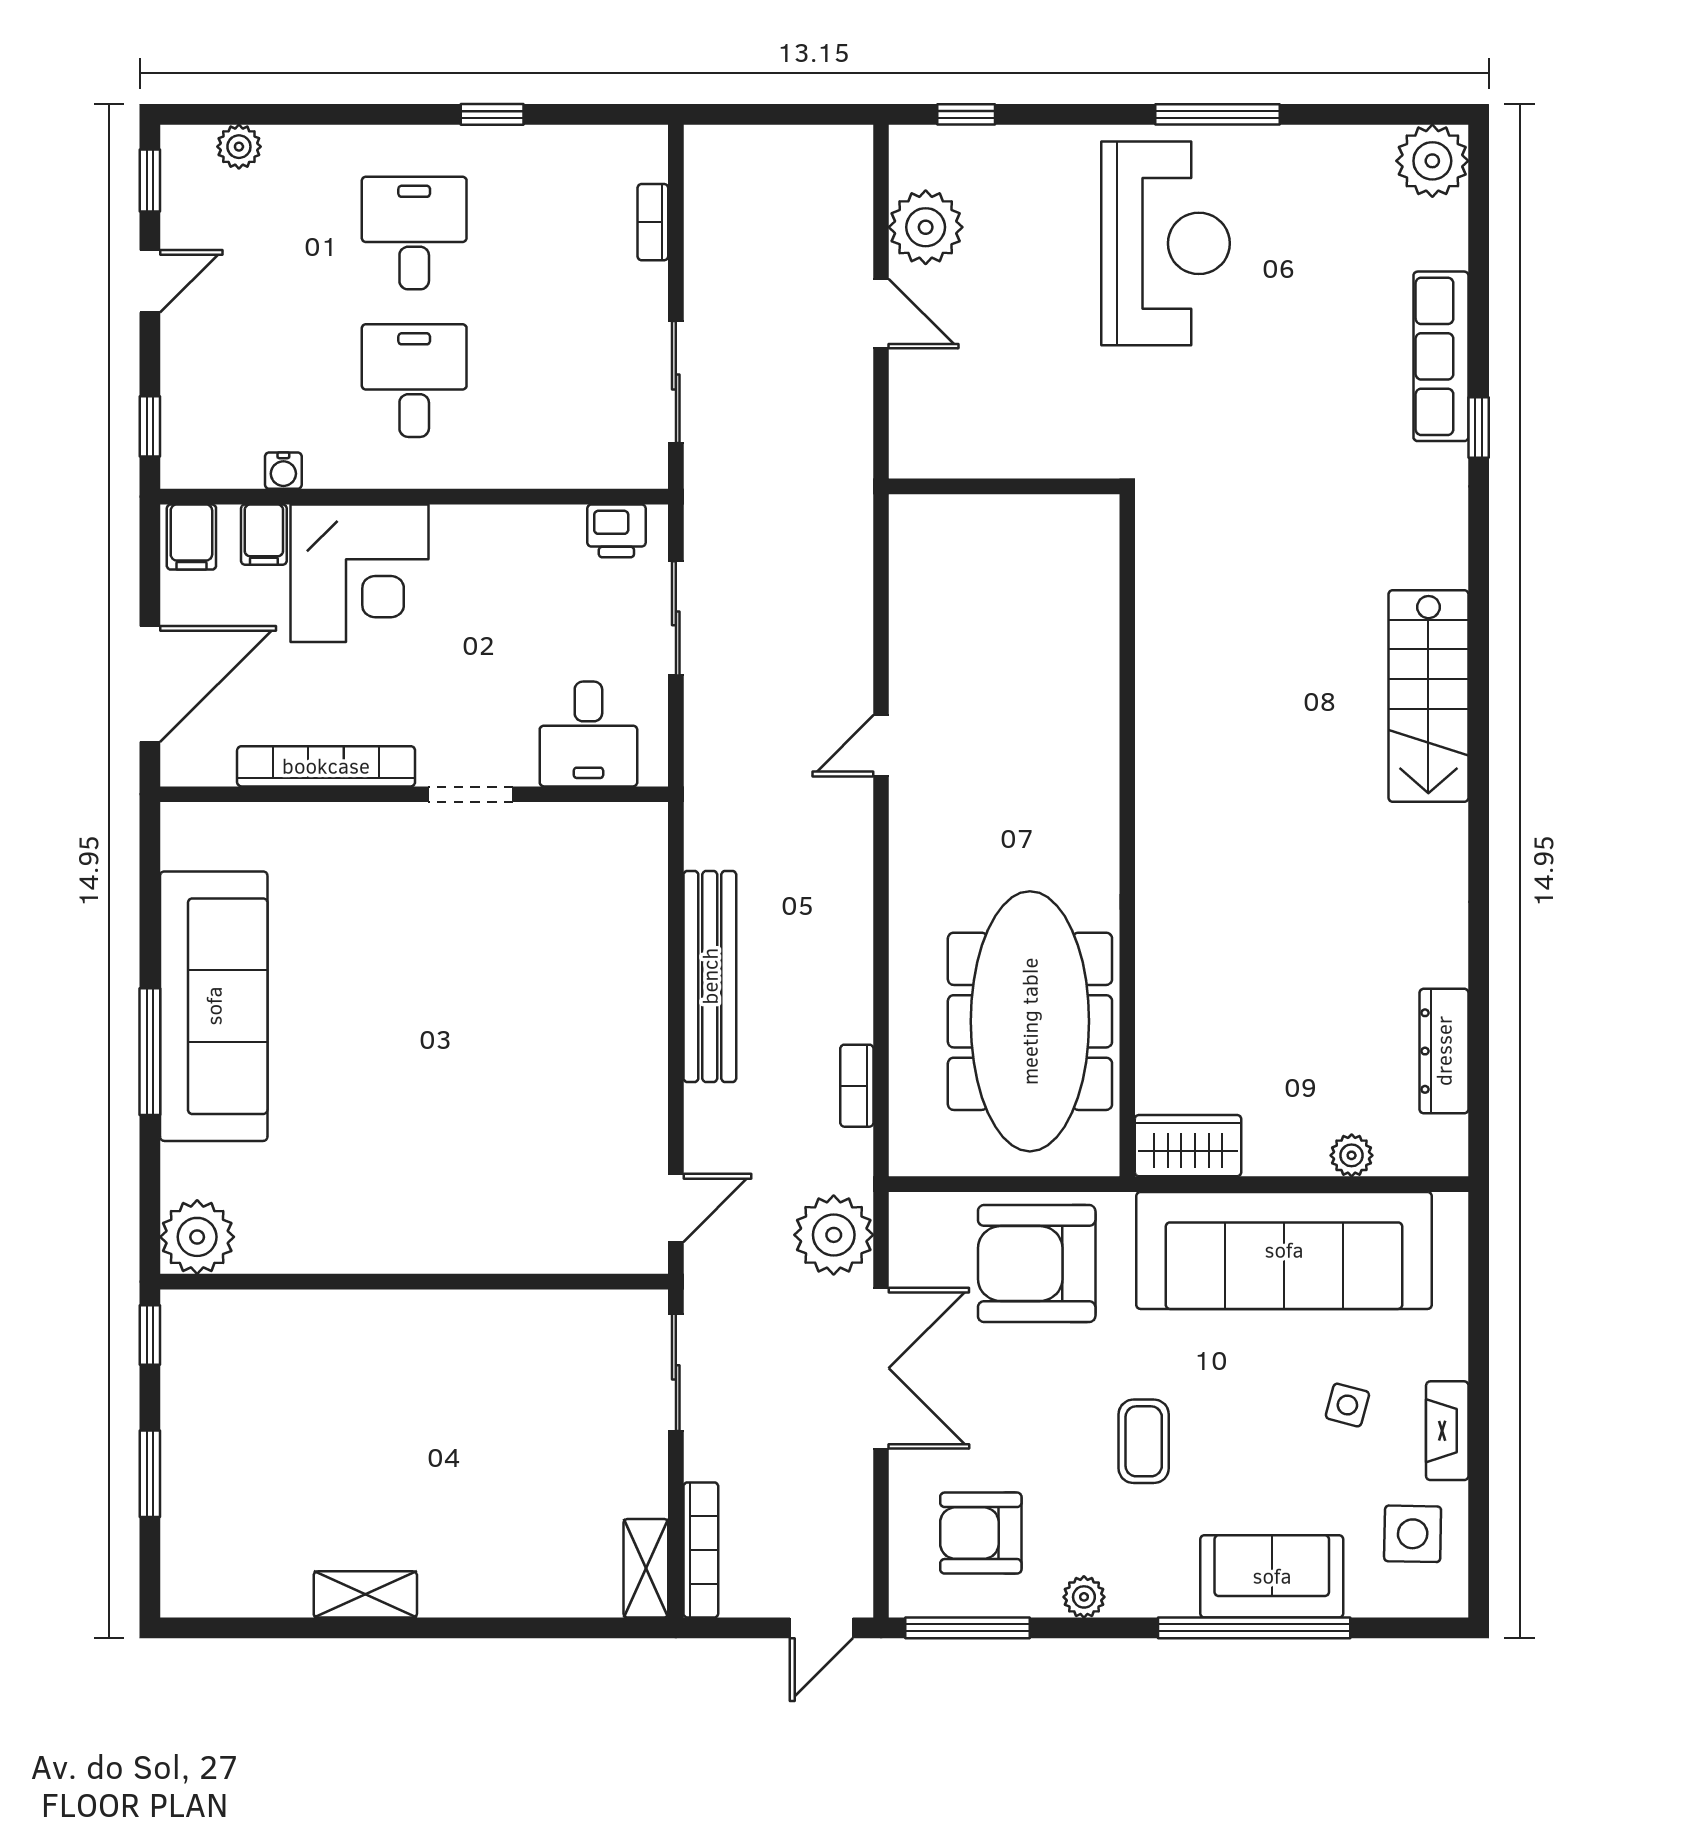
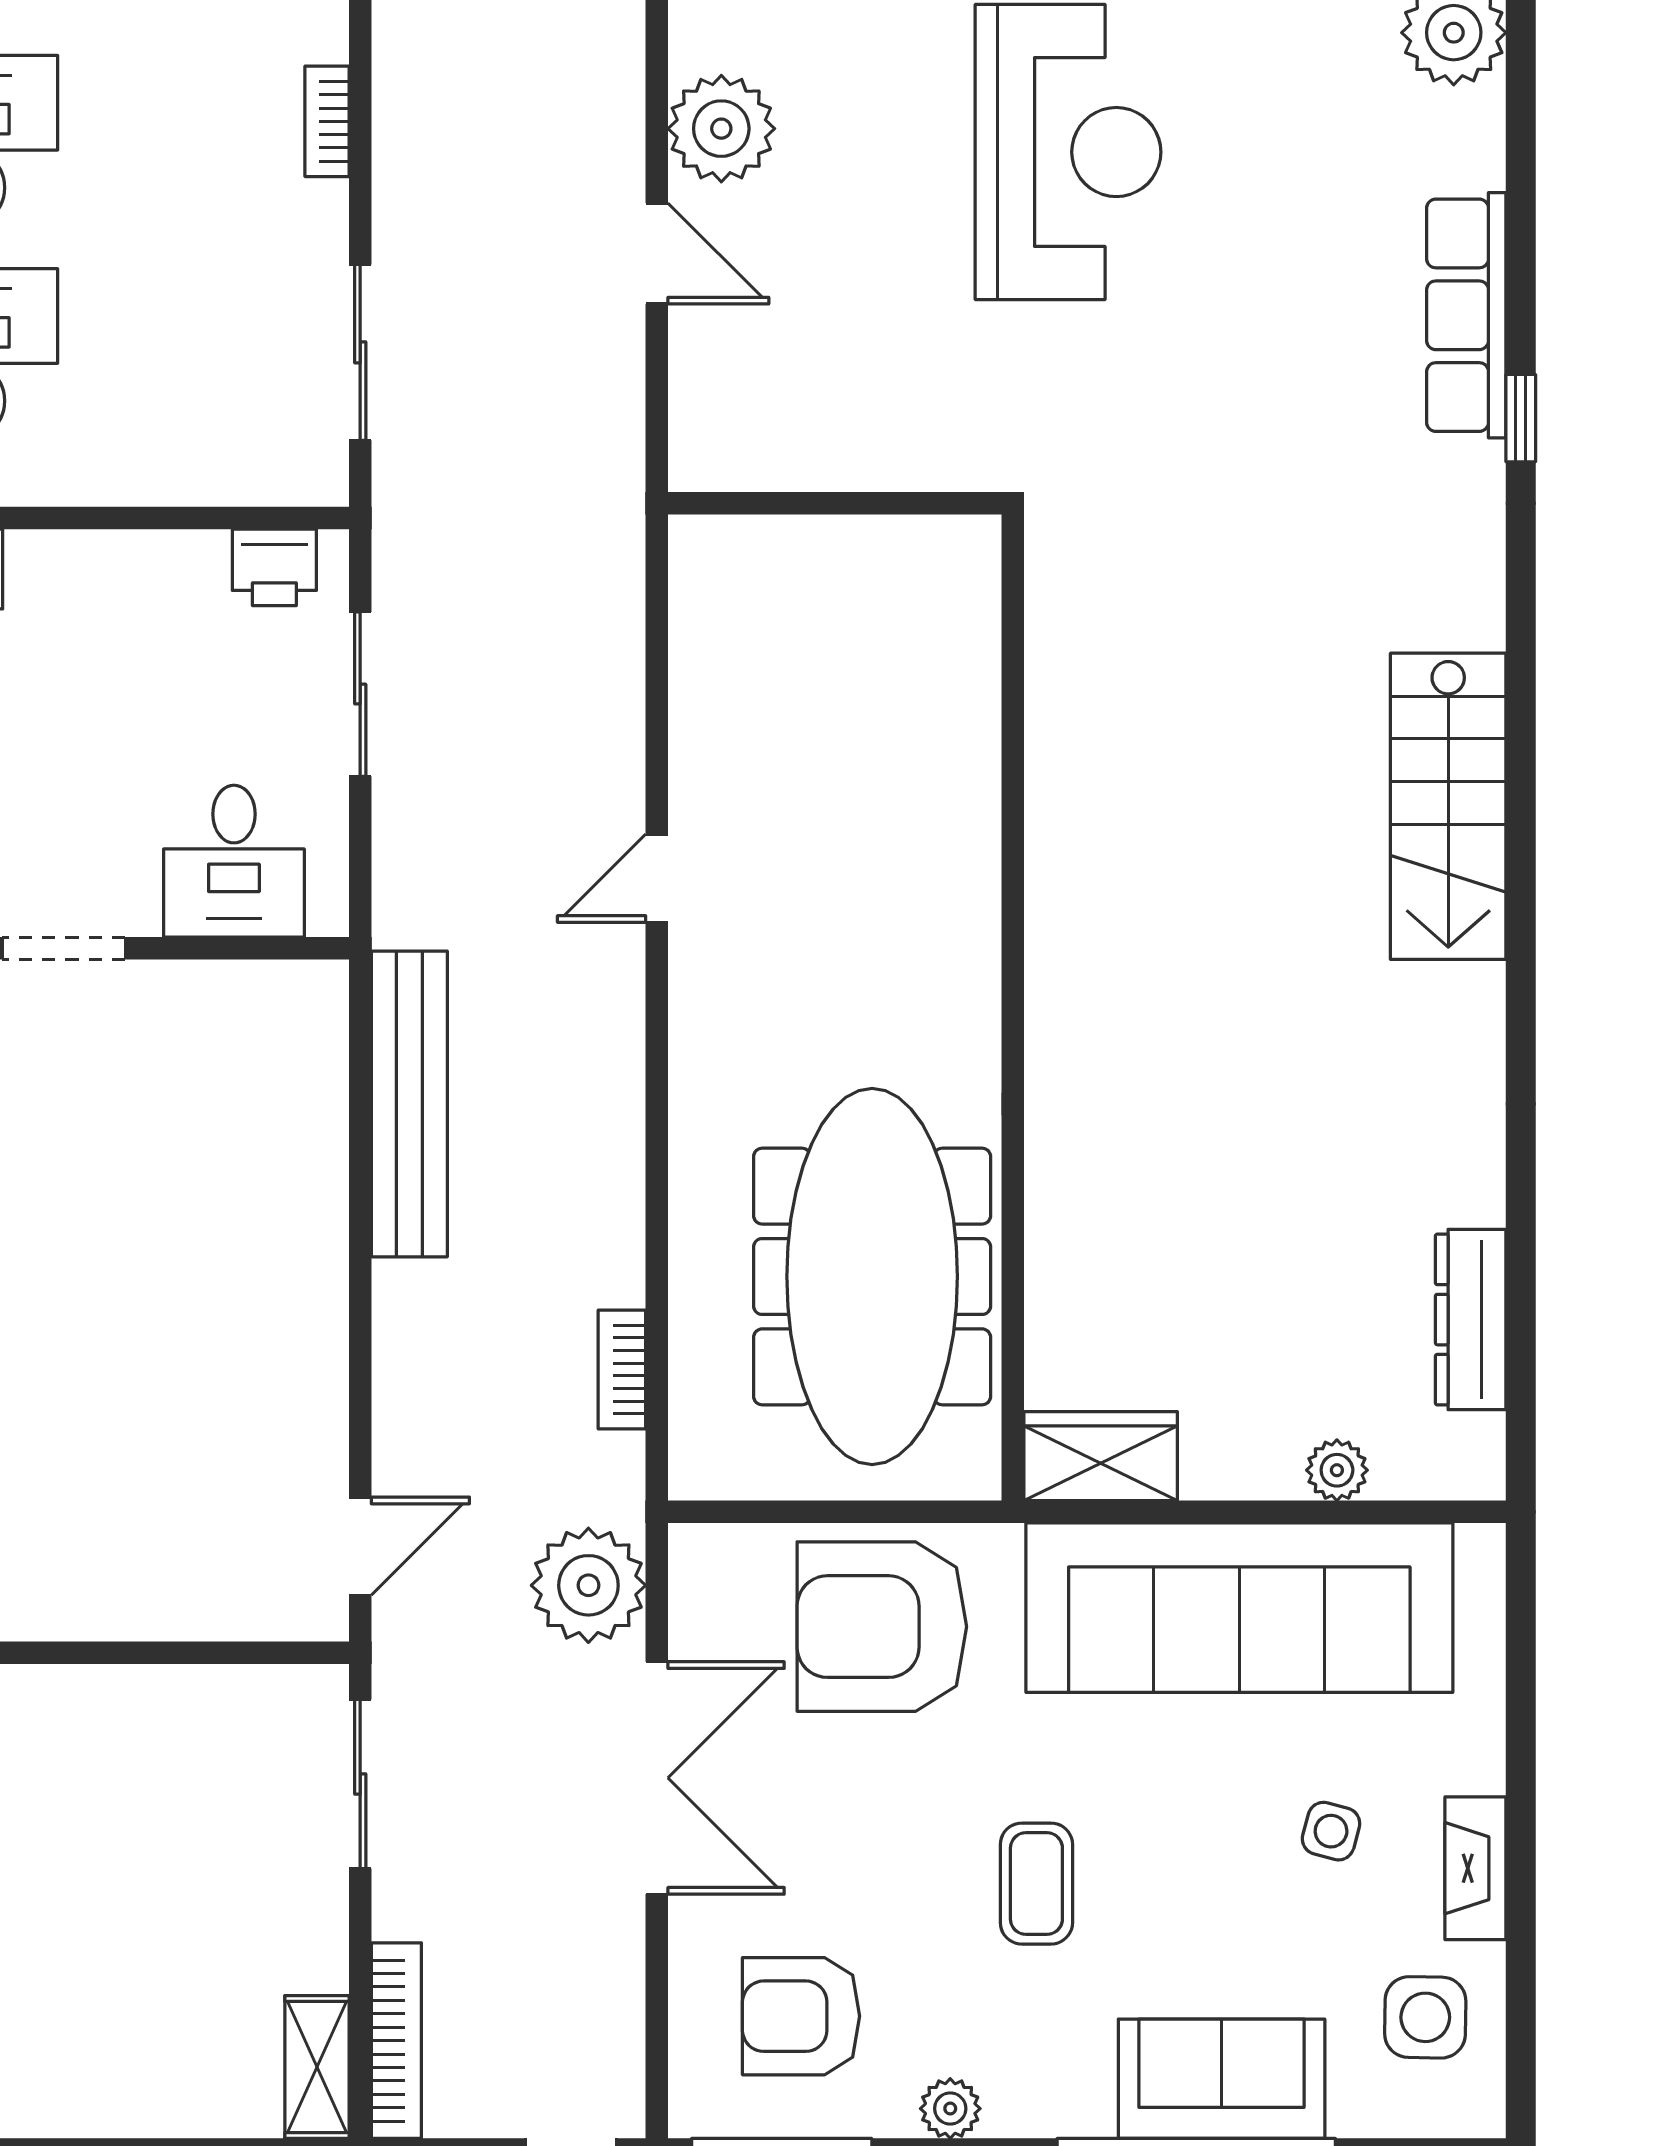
bench: (710, 976) -> (409, 1104), moved

